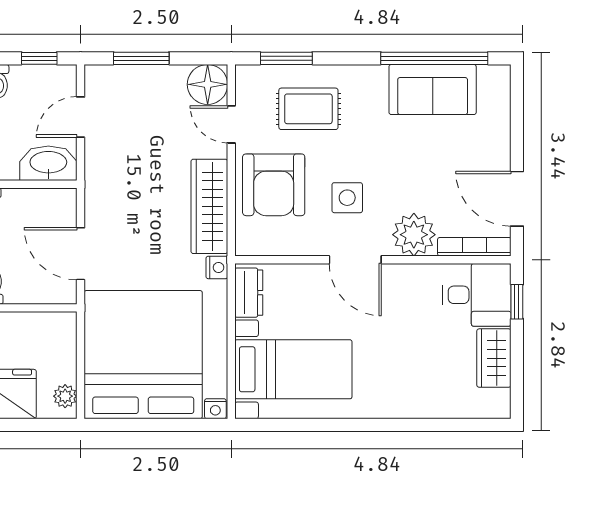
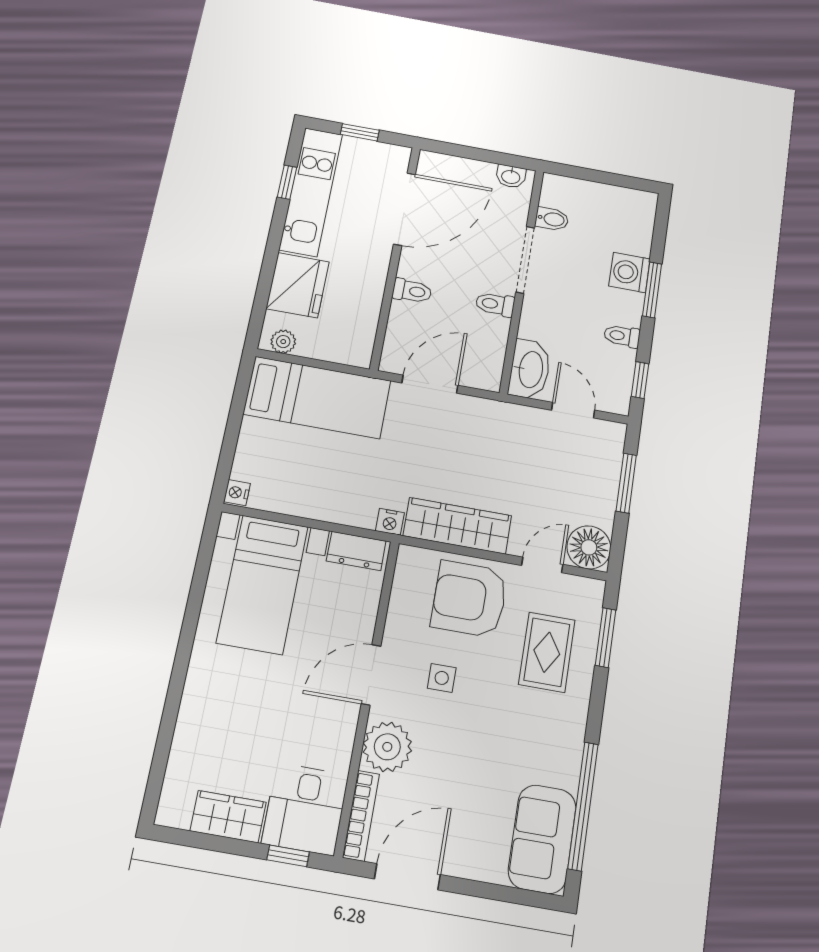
sofa: (433, 90) -> (542, 839), moved
side table: (347, 198) -> (442, 678), width x0.73, depth x0.73
bed: (143, 355) -> (317, 397), width x0.49

